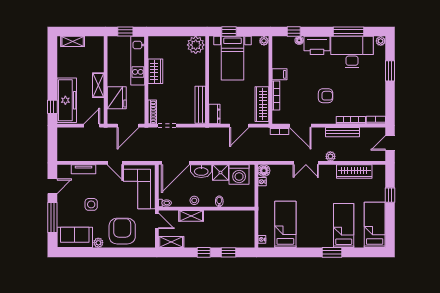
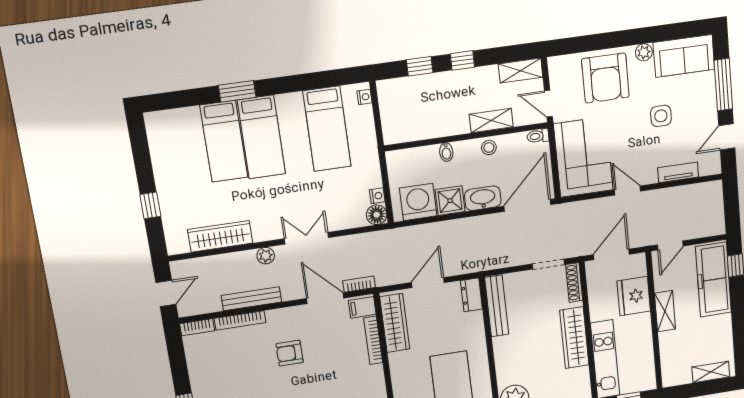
wardrobe: (155, 71) -> (574, 338), width x1.50
filing cabinet: (280, 74) -> (362, 307), moved
bed: (375, 225) -> (261, 137), moved

